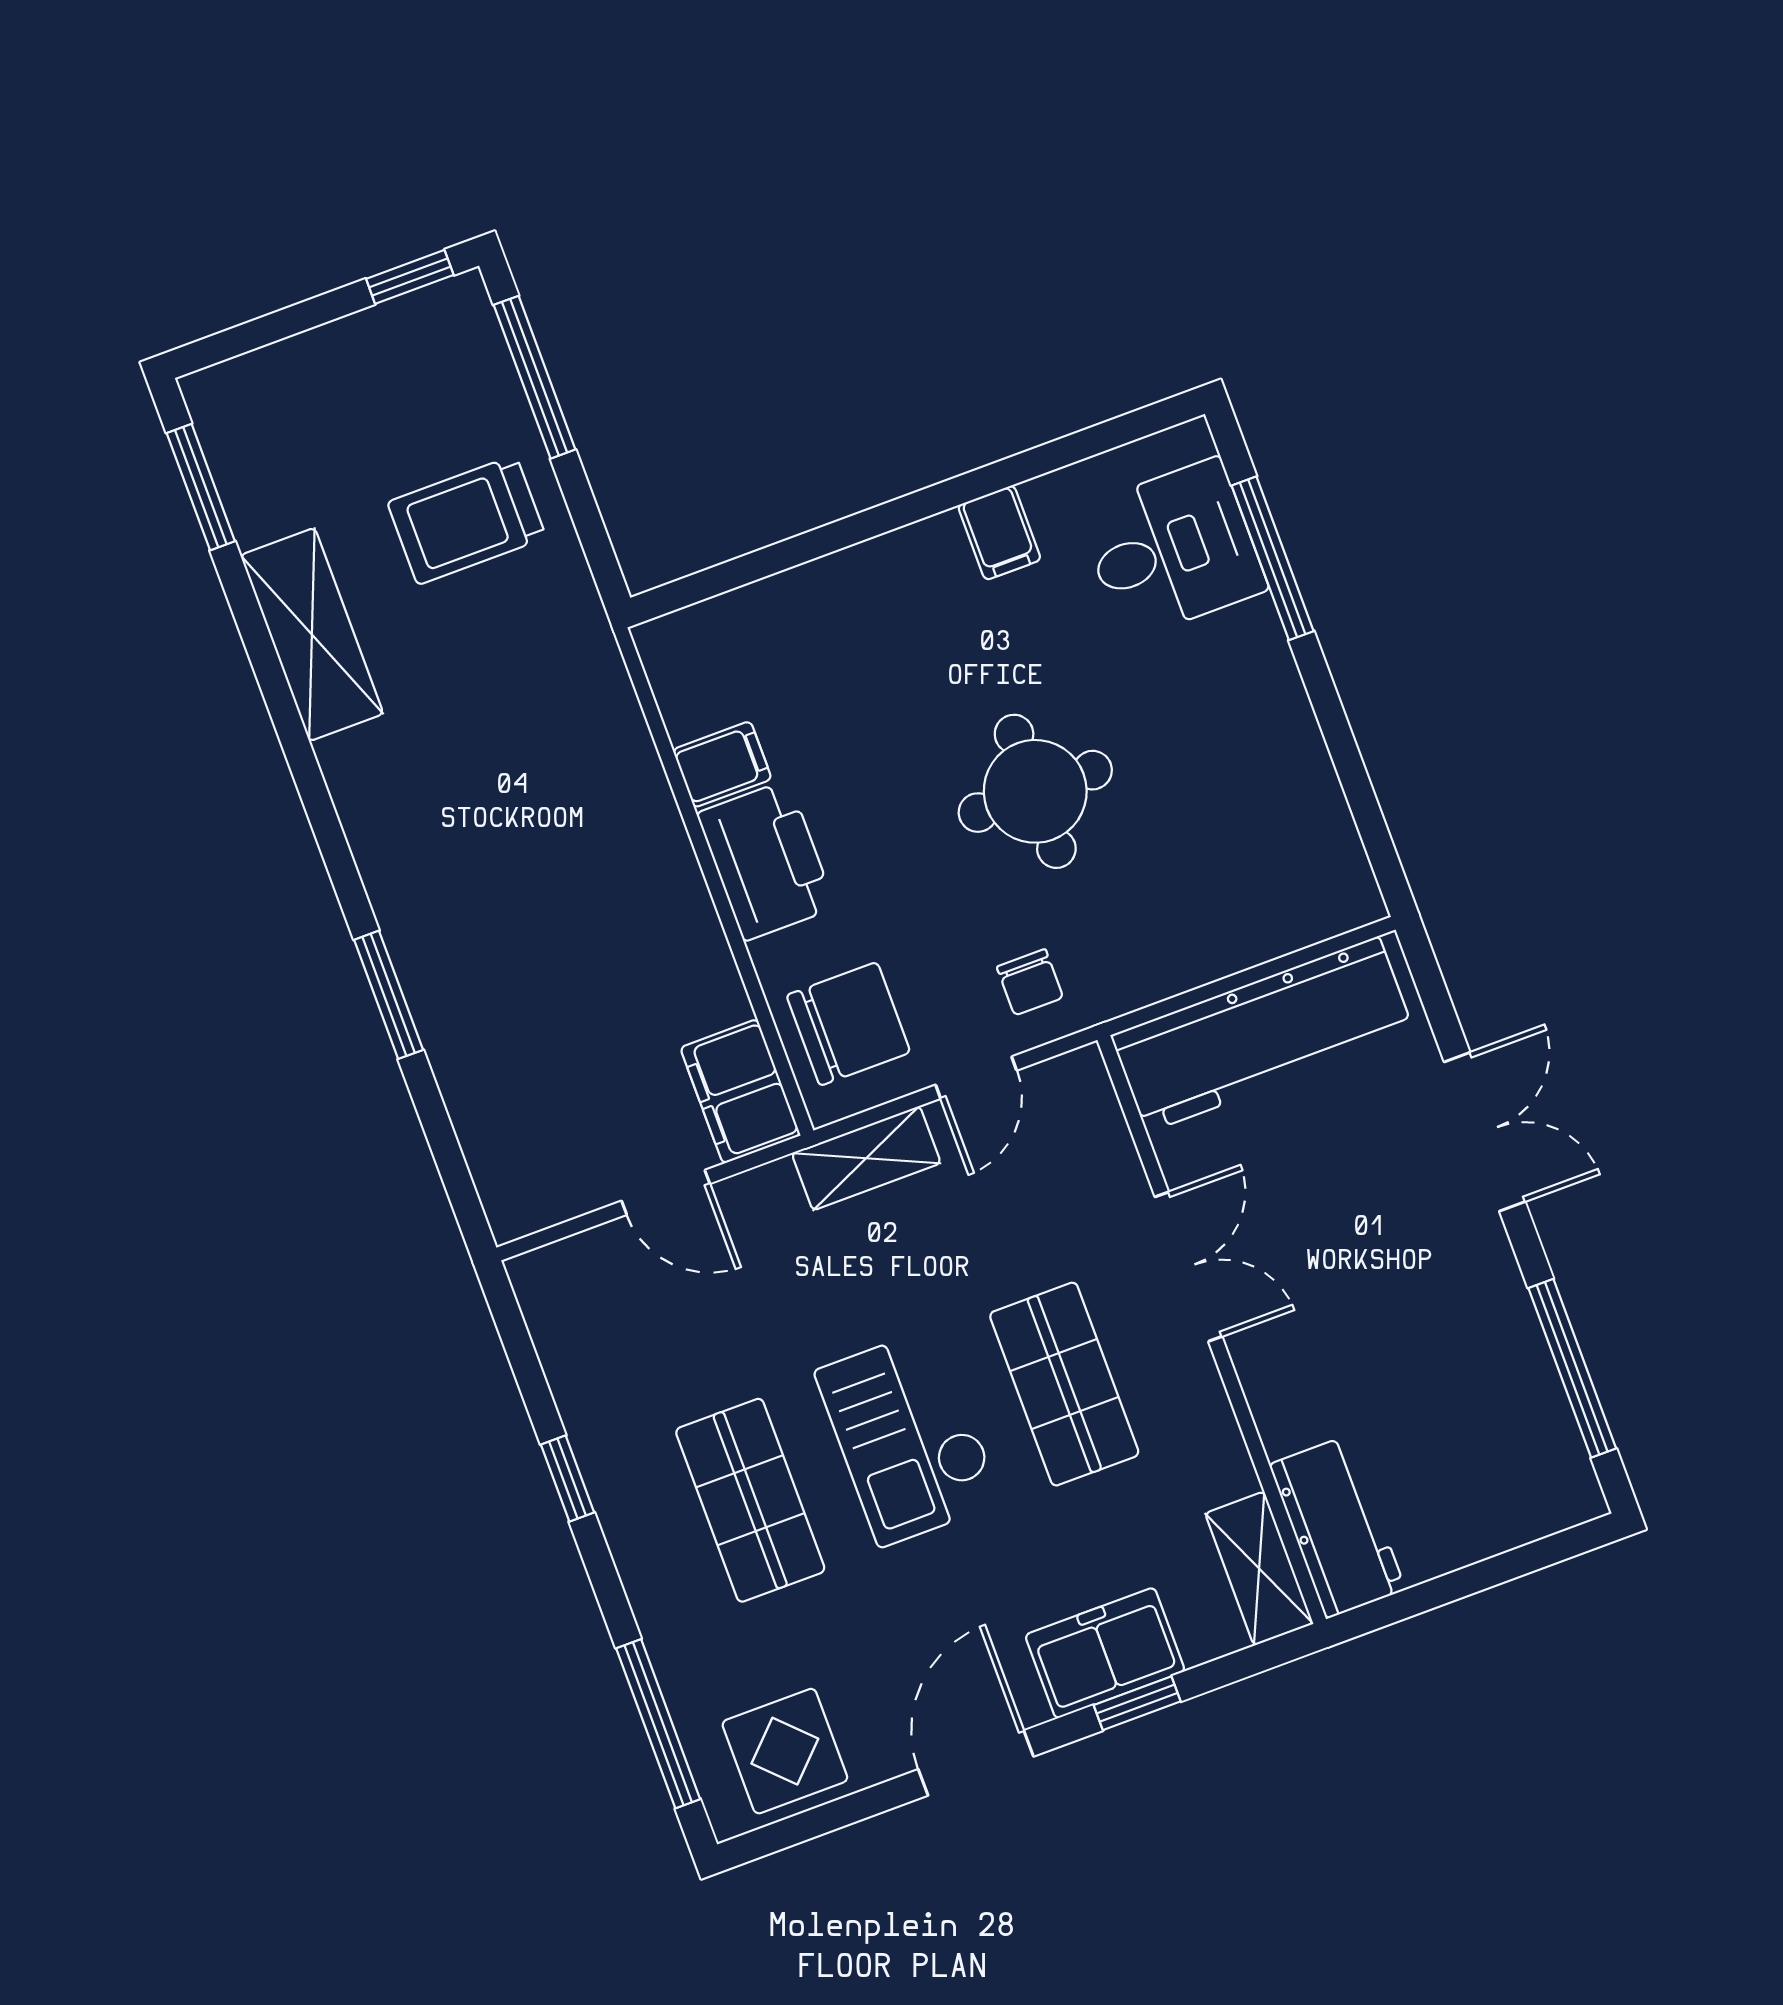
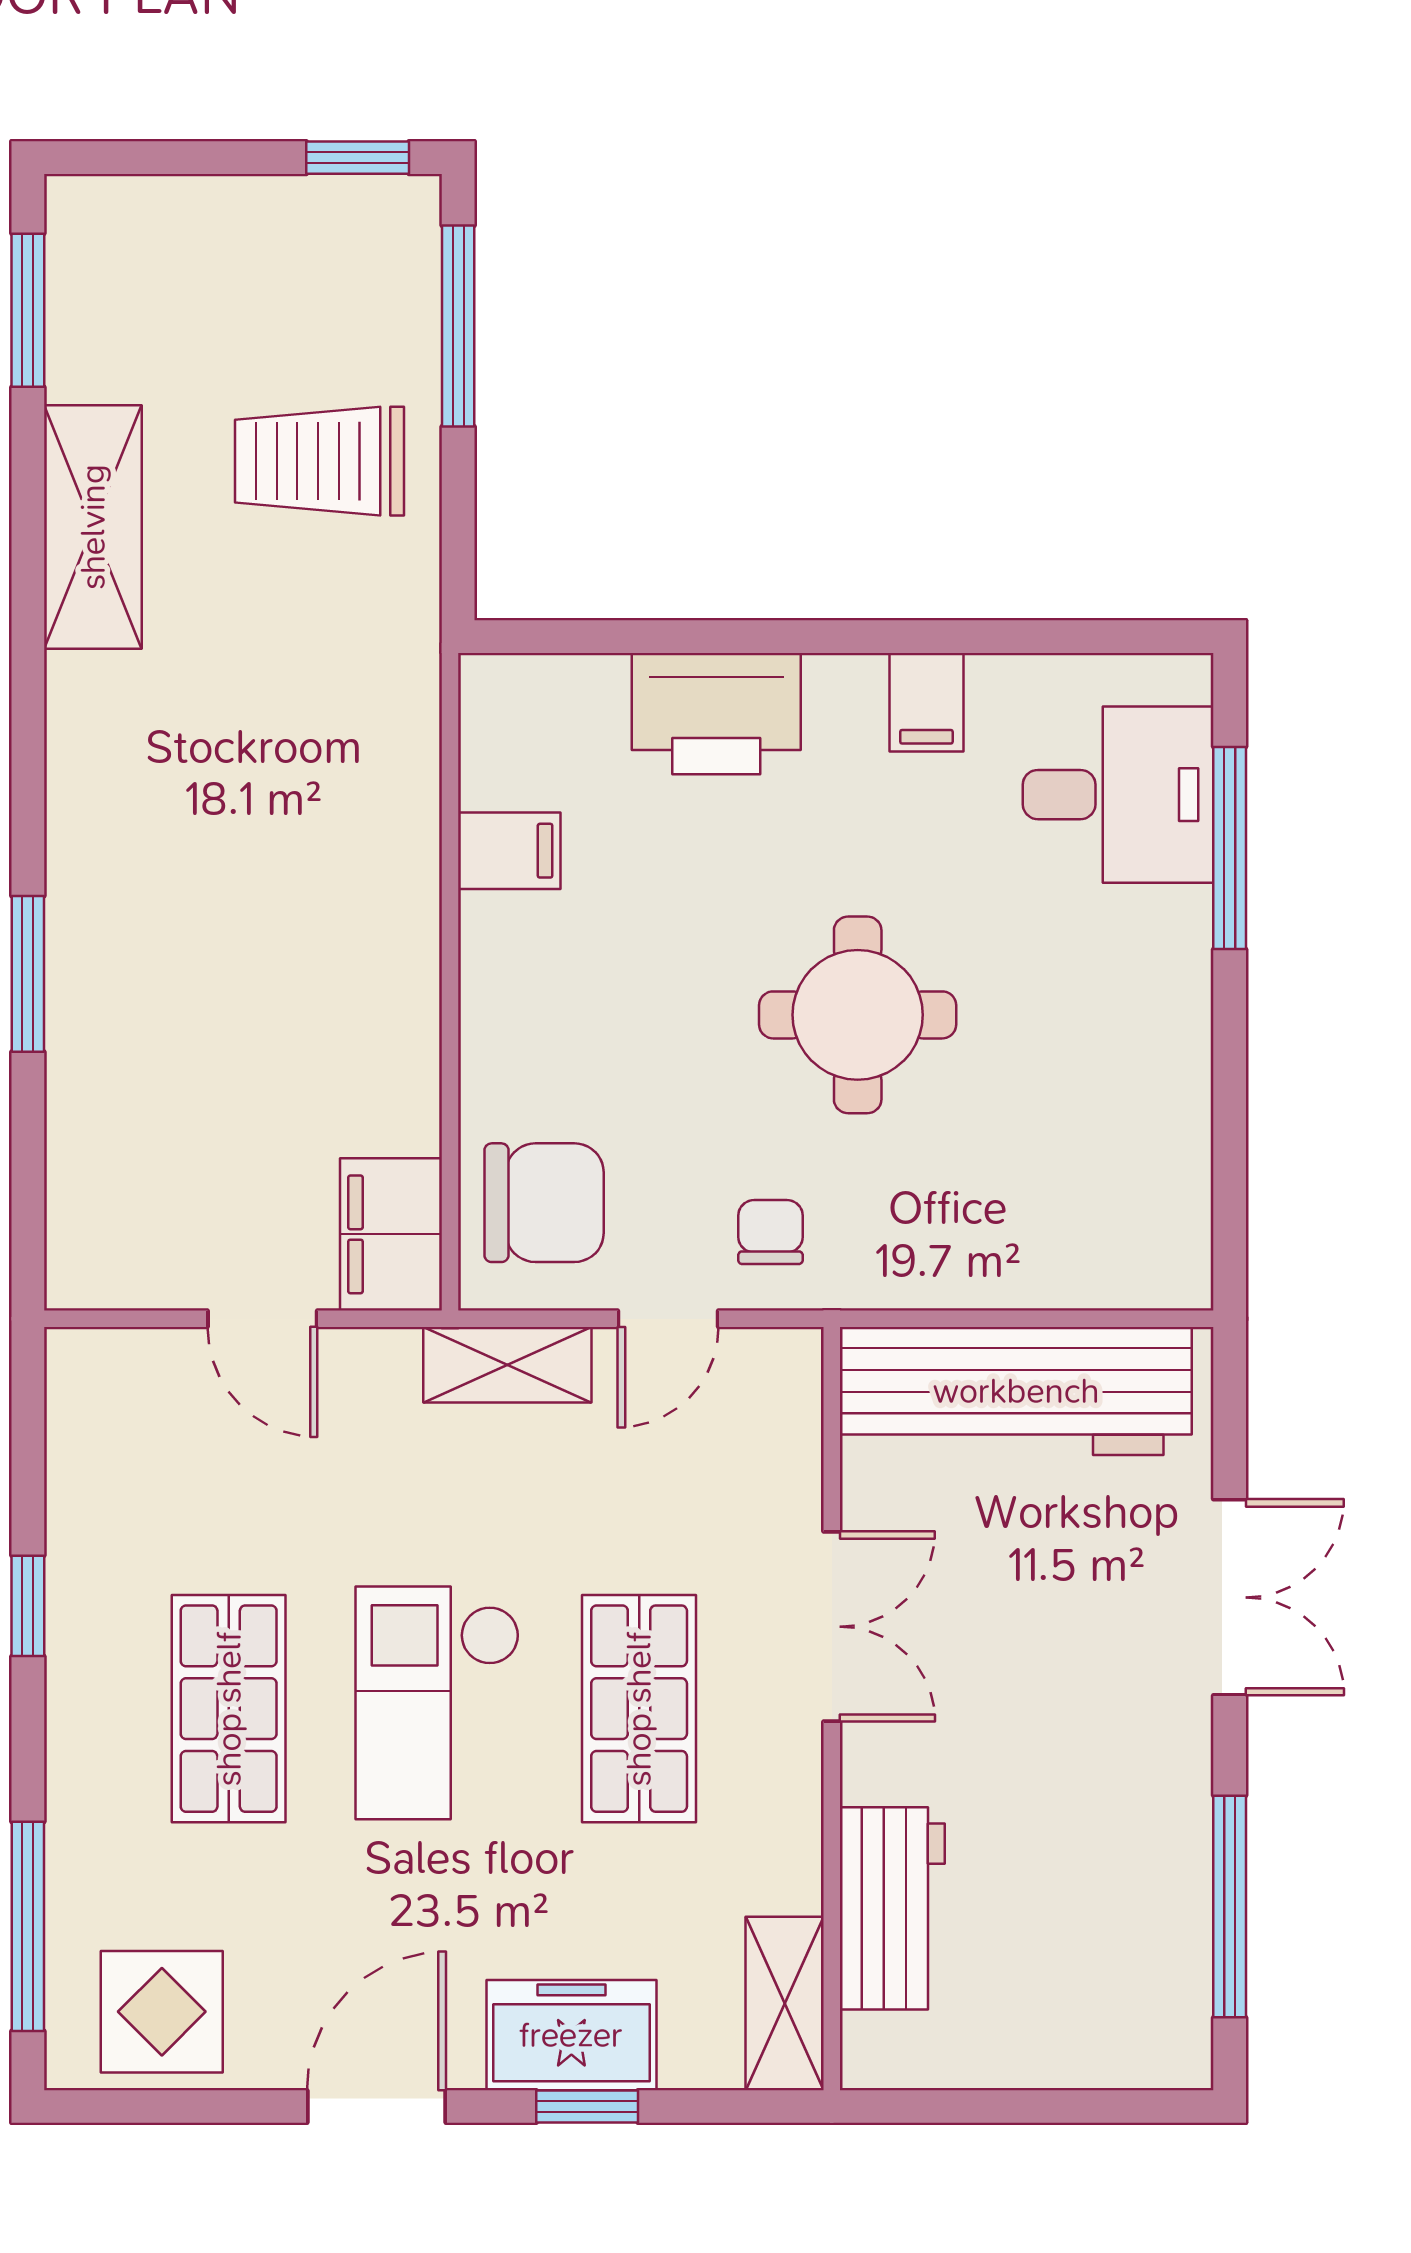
printer: (766, 860) -> (716, 714), moved, turned 90
chair: (1030, 982) -> (770, 1232), turned 180
workbench: (1337, 1527) -> (892, 1908), moved

